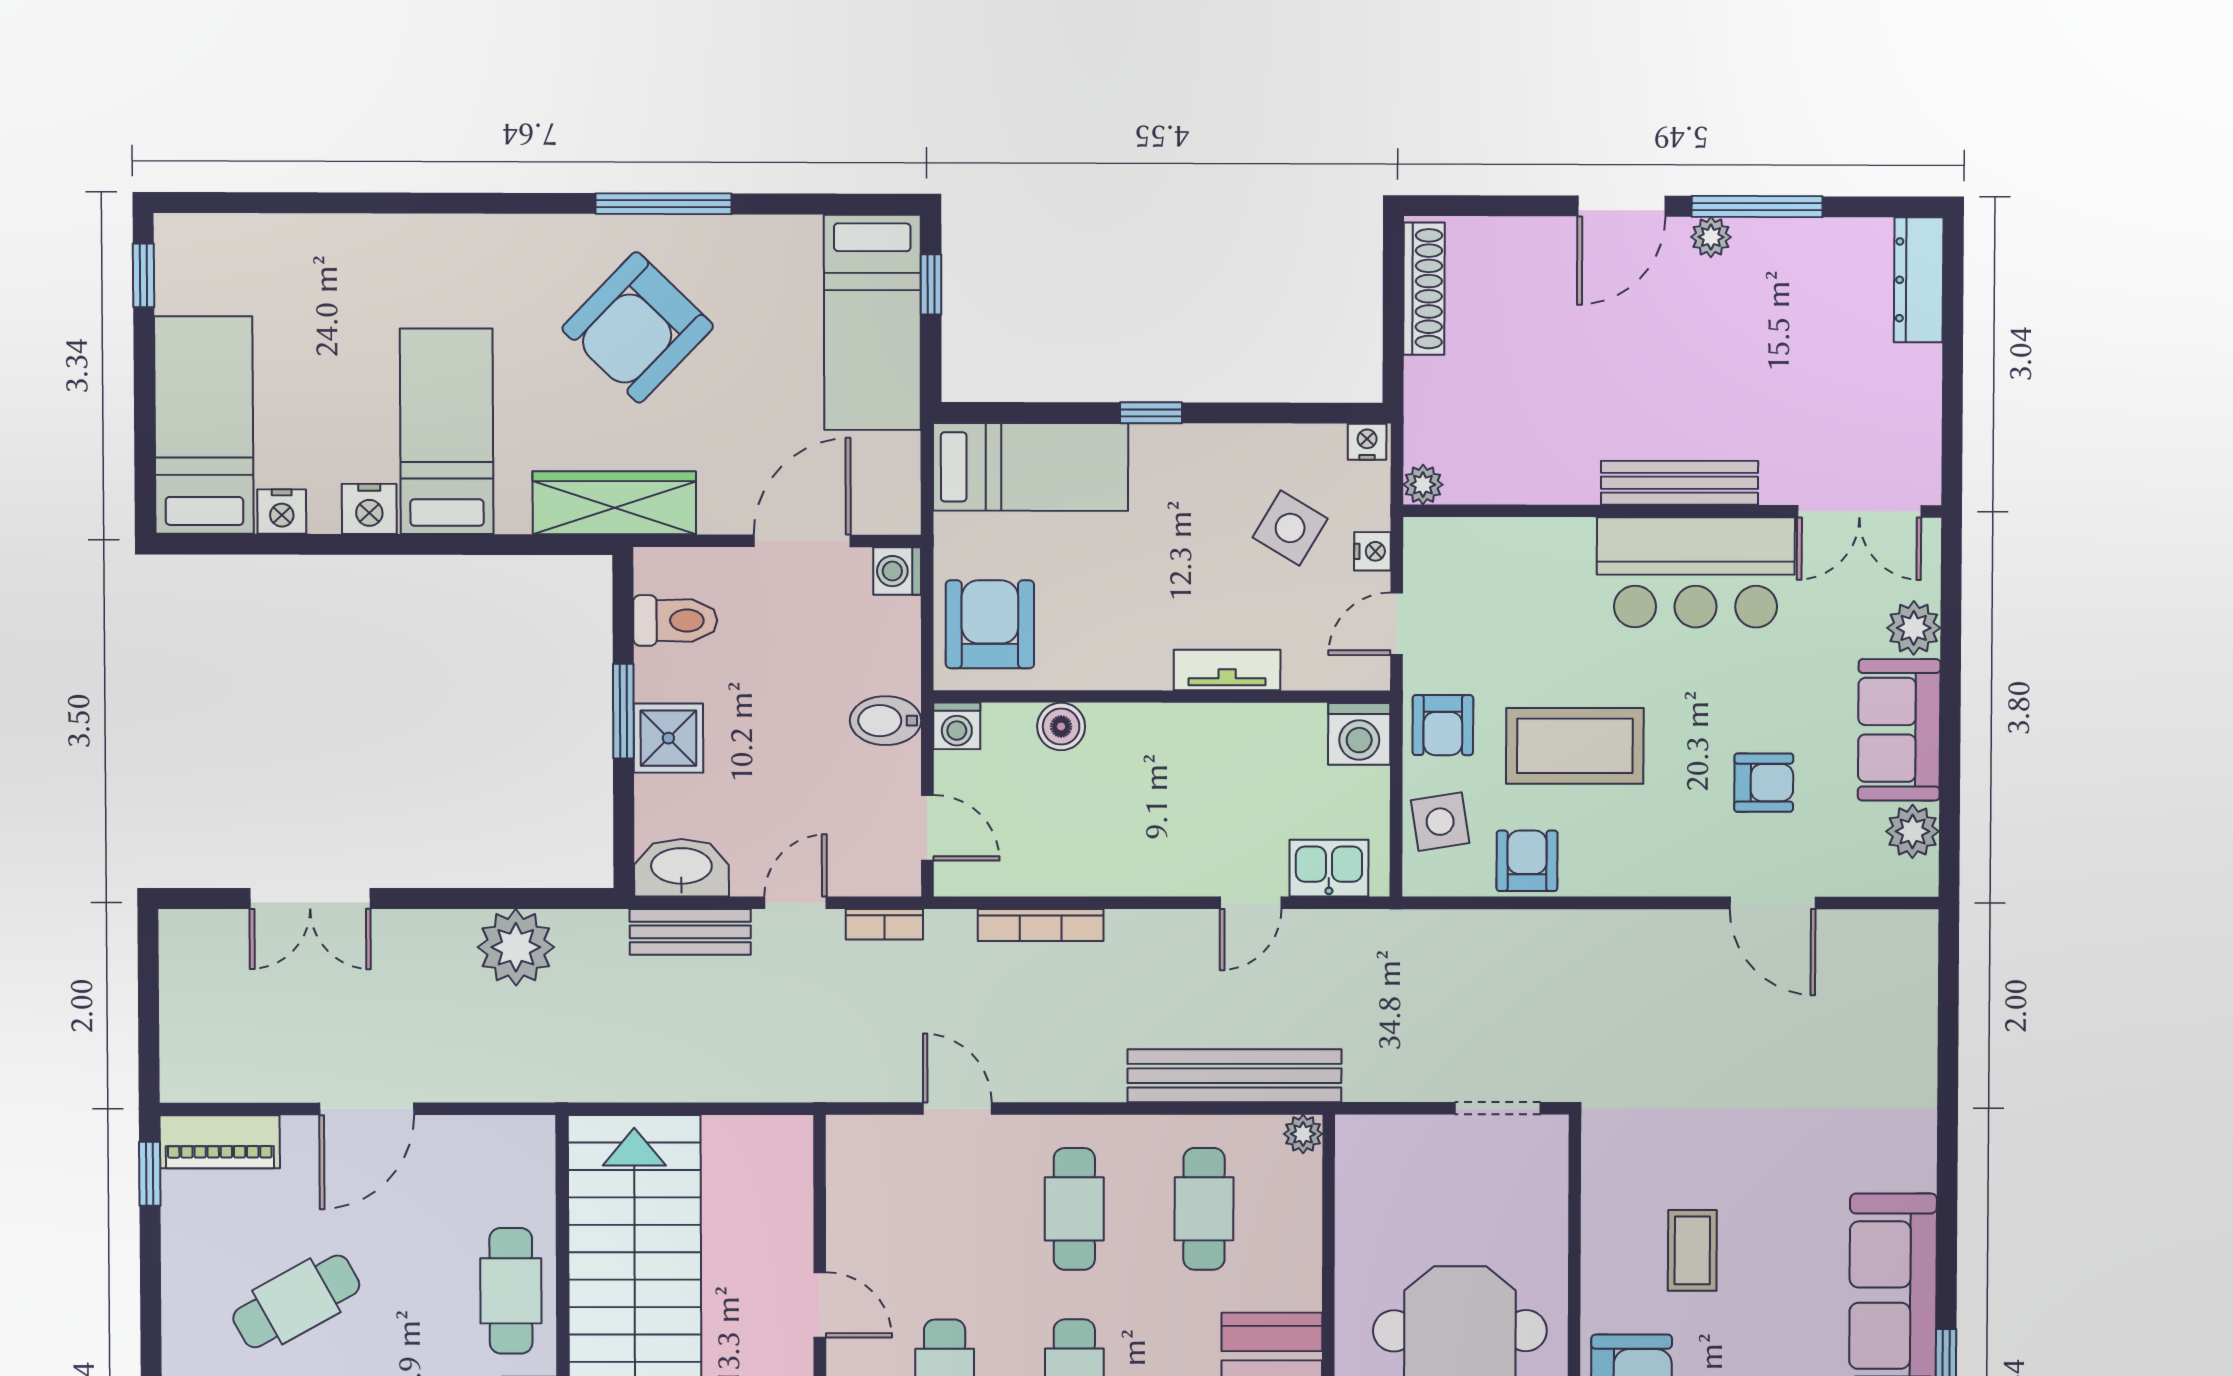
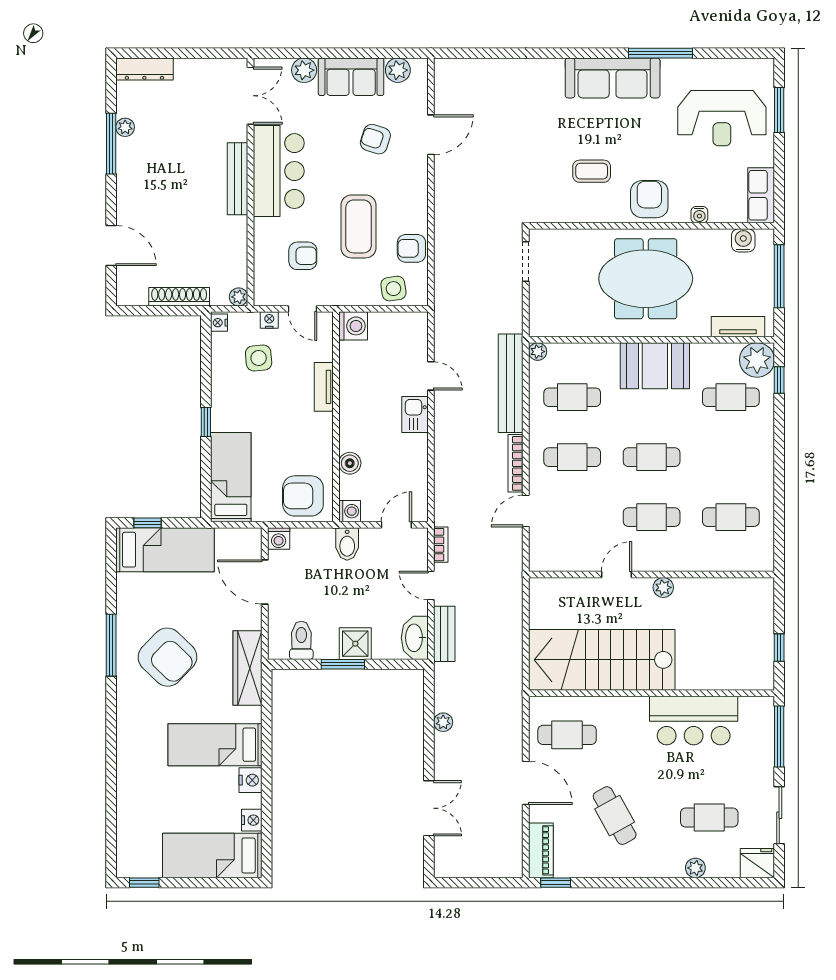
door: (1621, 206) -> (111, 245), moved
plant: (1711, 237) -> (125, 127), moved
shoe rack: (1424, 289) -> (179, 297), moved
side table: (1290, 528) -> (259, 358), turned -36
armchair: (1443, 725) -> (303, 256), moved
armchair: (1764, 783) -> (375, 139), turned -72
kitchen sink: (1329, 868) -> (415, 414), moved
bookcase: (1041, 925) -> (516, 463), moved, turned 180
plant: (516, 947) -> (443, 722), width x0.53, depth x0.53
cafe table: (511, 1291) -> (567, 735), moved

